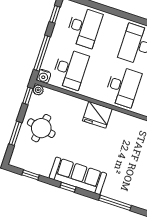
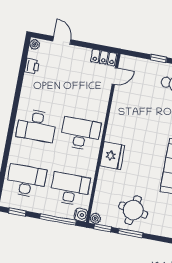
window: (15, 133) -> (130, 233), moved

